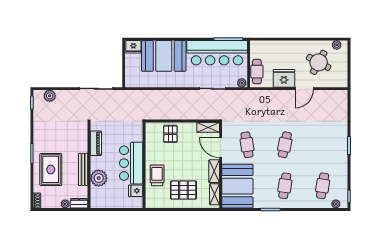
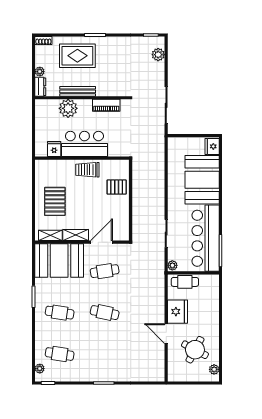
shelving: (208, 127) -> (124, 228), removed
trolley: (157, 175) -> (87, 170), moved, turned 180

